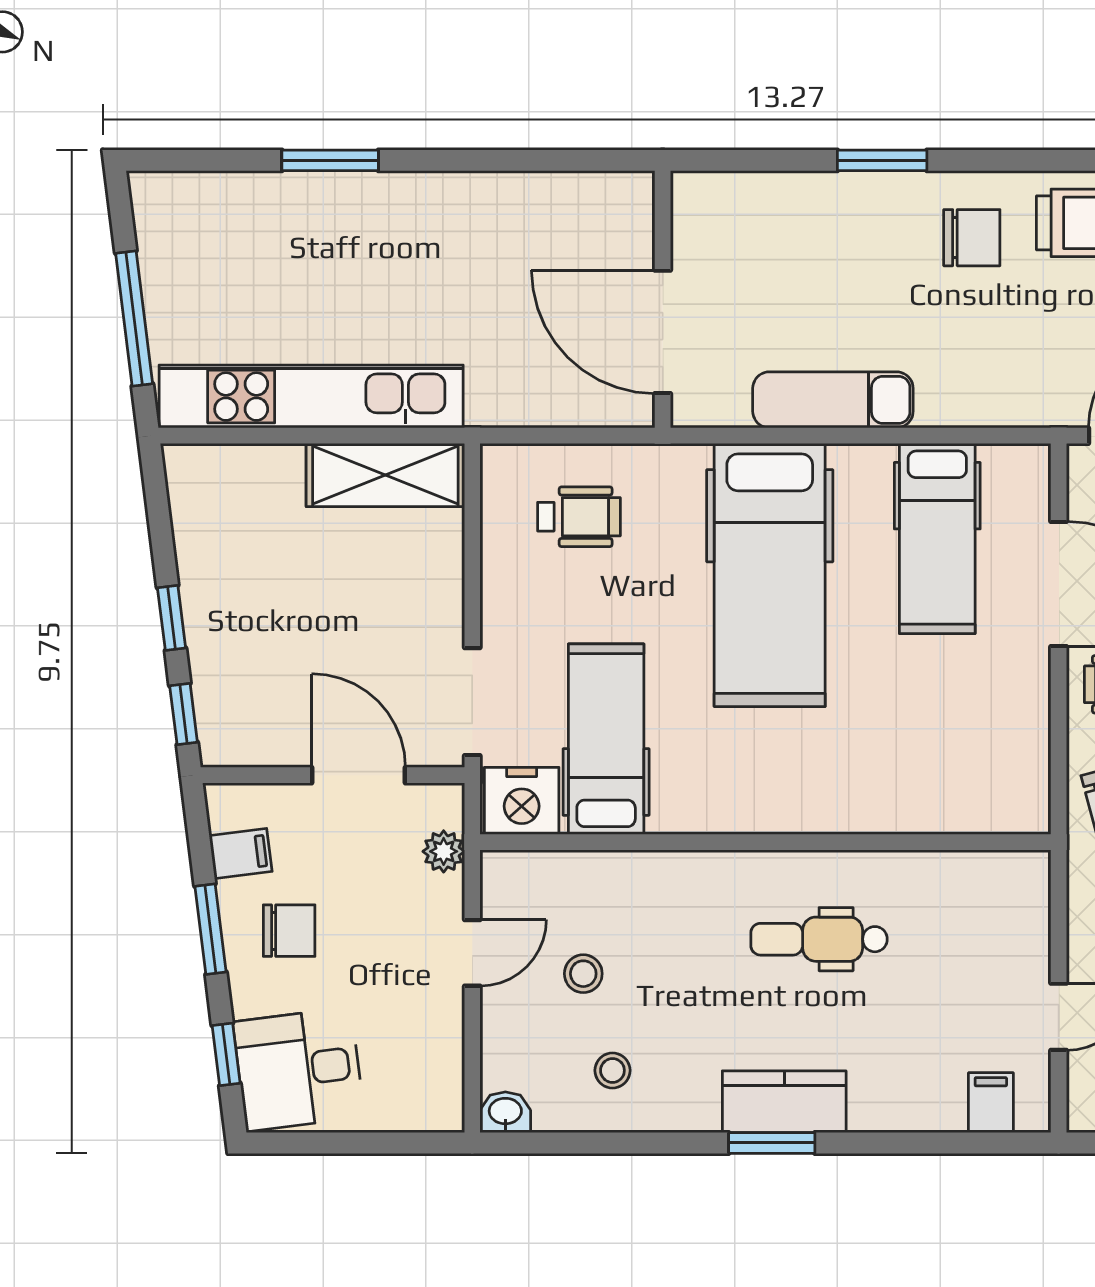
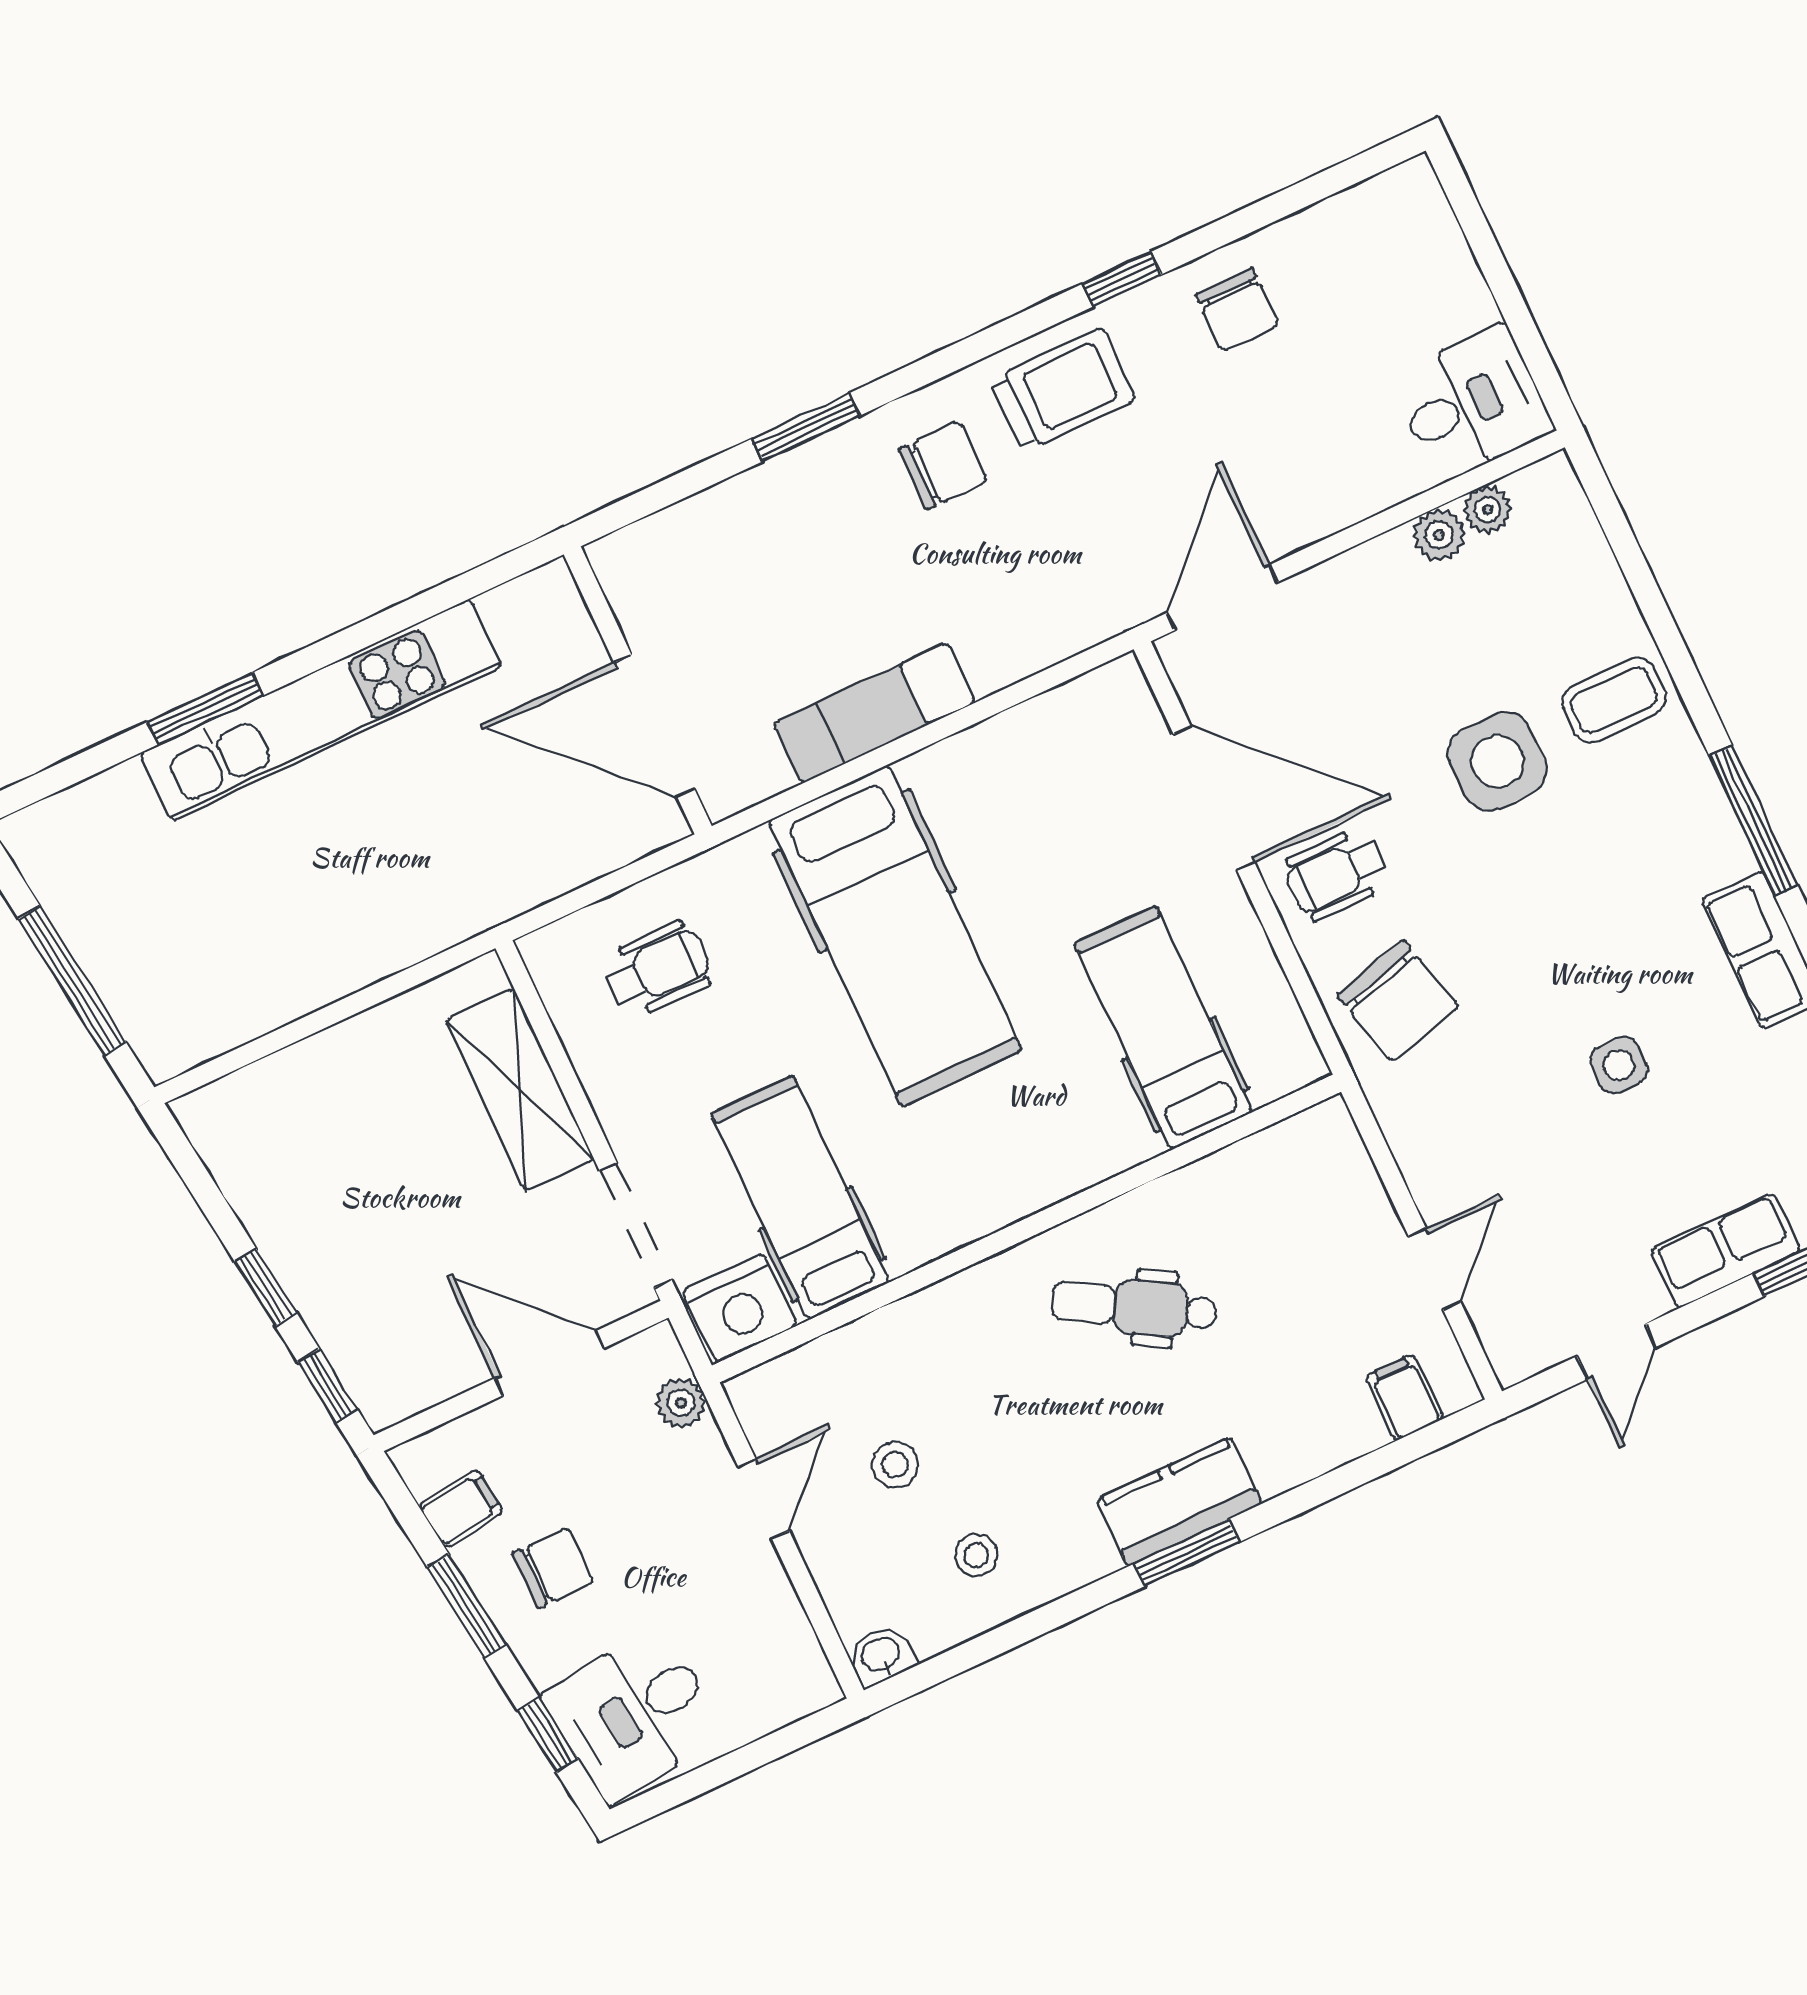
kitchen unit: (311, 397) -> (321, 710), moved, turned 180
shelving: (385, 475) -> (520, 1090), moved, turned 90
hospital bed: (937, 539) -> (1163, 1028), moved, turned 180
dental chair: (819, 939) -> (1134, 1307), turned 30

